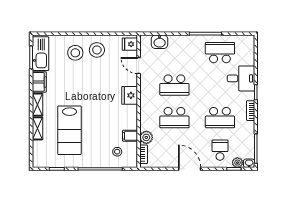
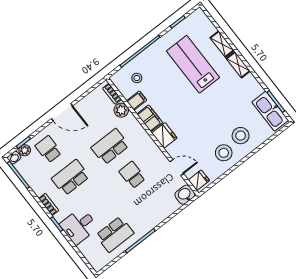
washbasin: (160, 42) -> (185, 195), moved
filing cabinet: (39, 82) -> (150, 118), moved, turned 180
school desk: (174, 85) -> (132, 175), width x0.54
school desk: (220, 150) -> (48, 149), turned 180

